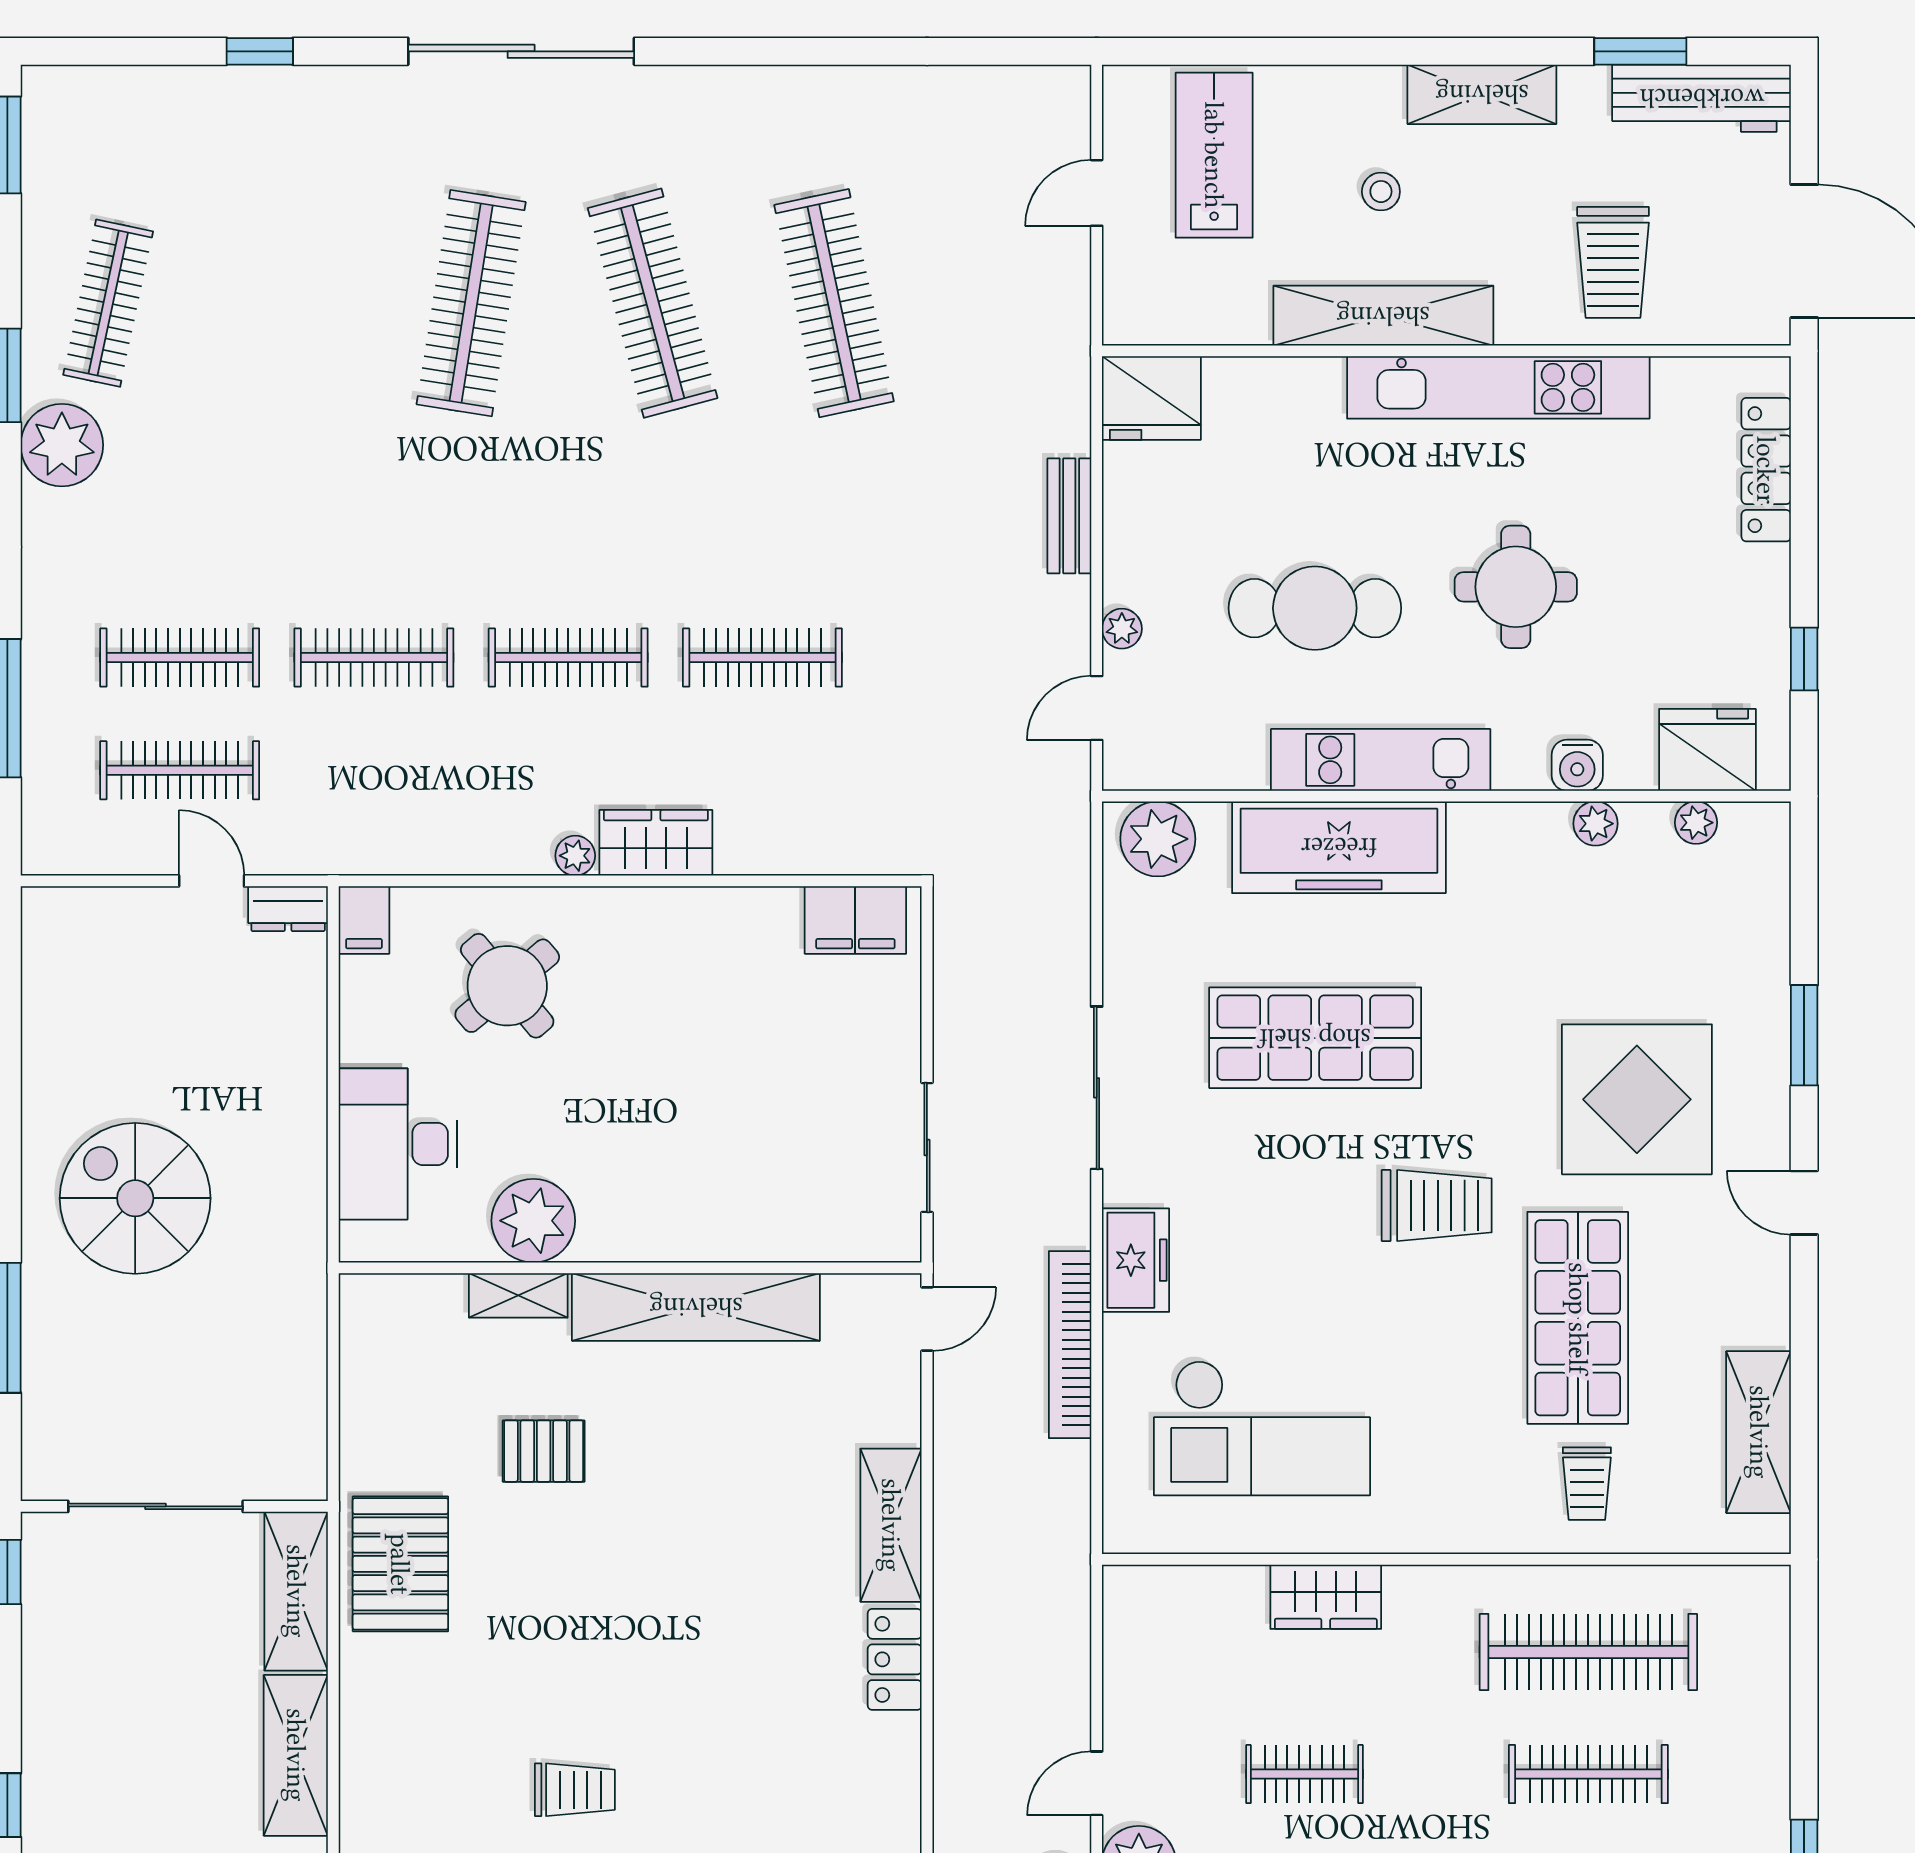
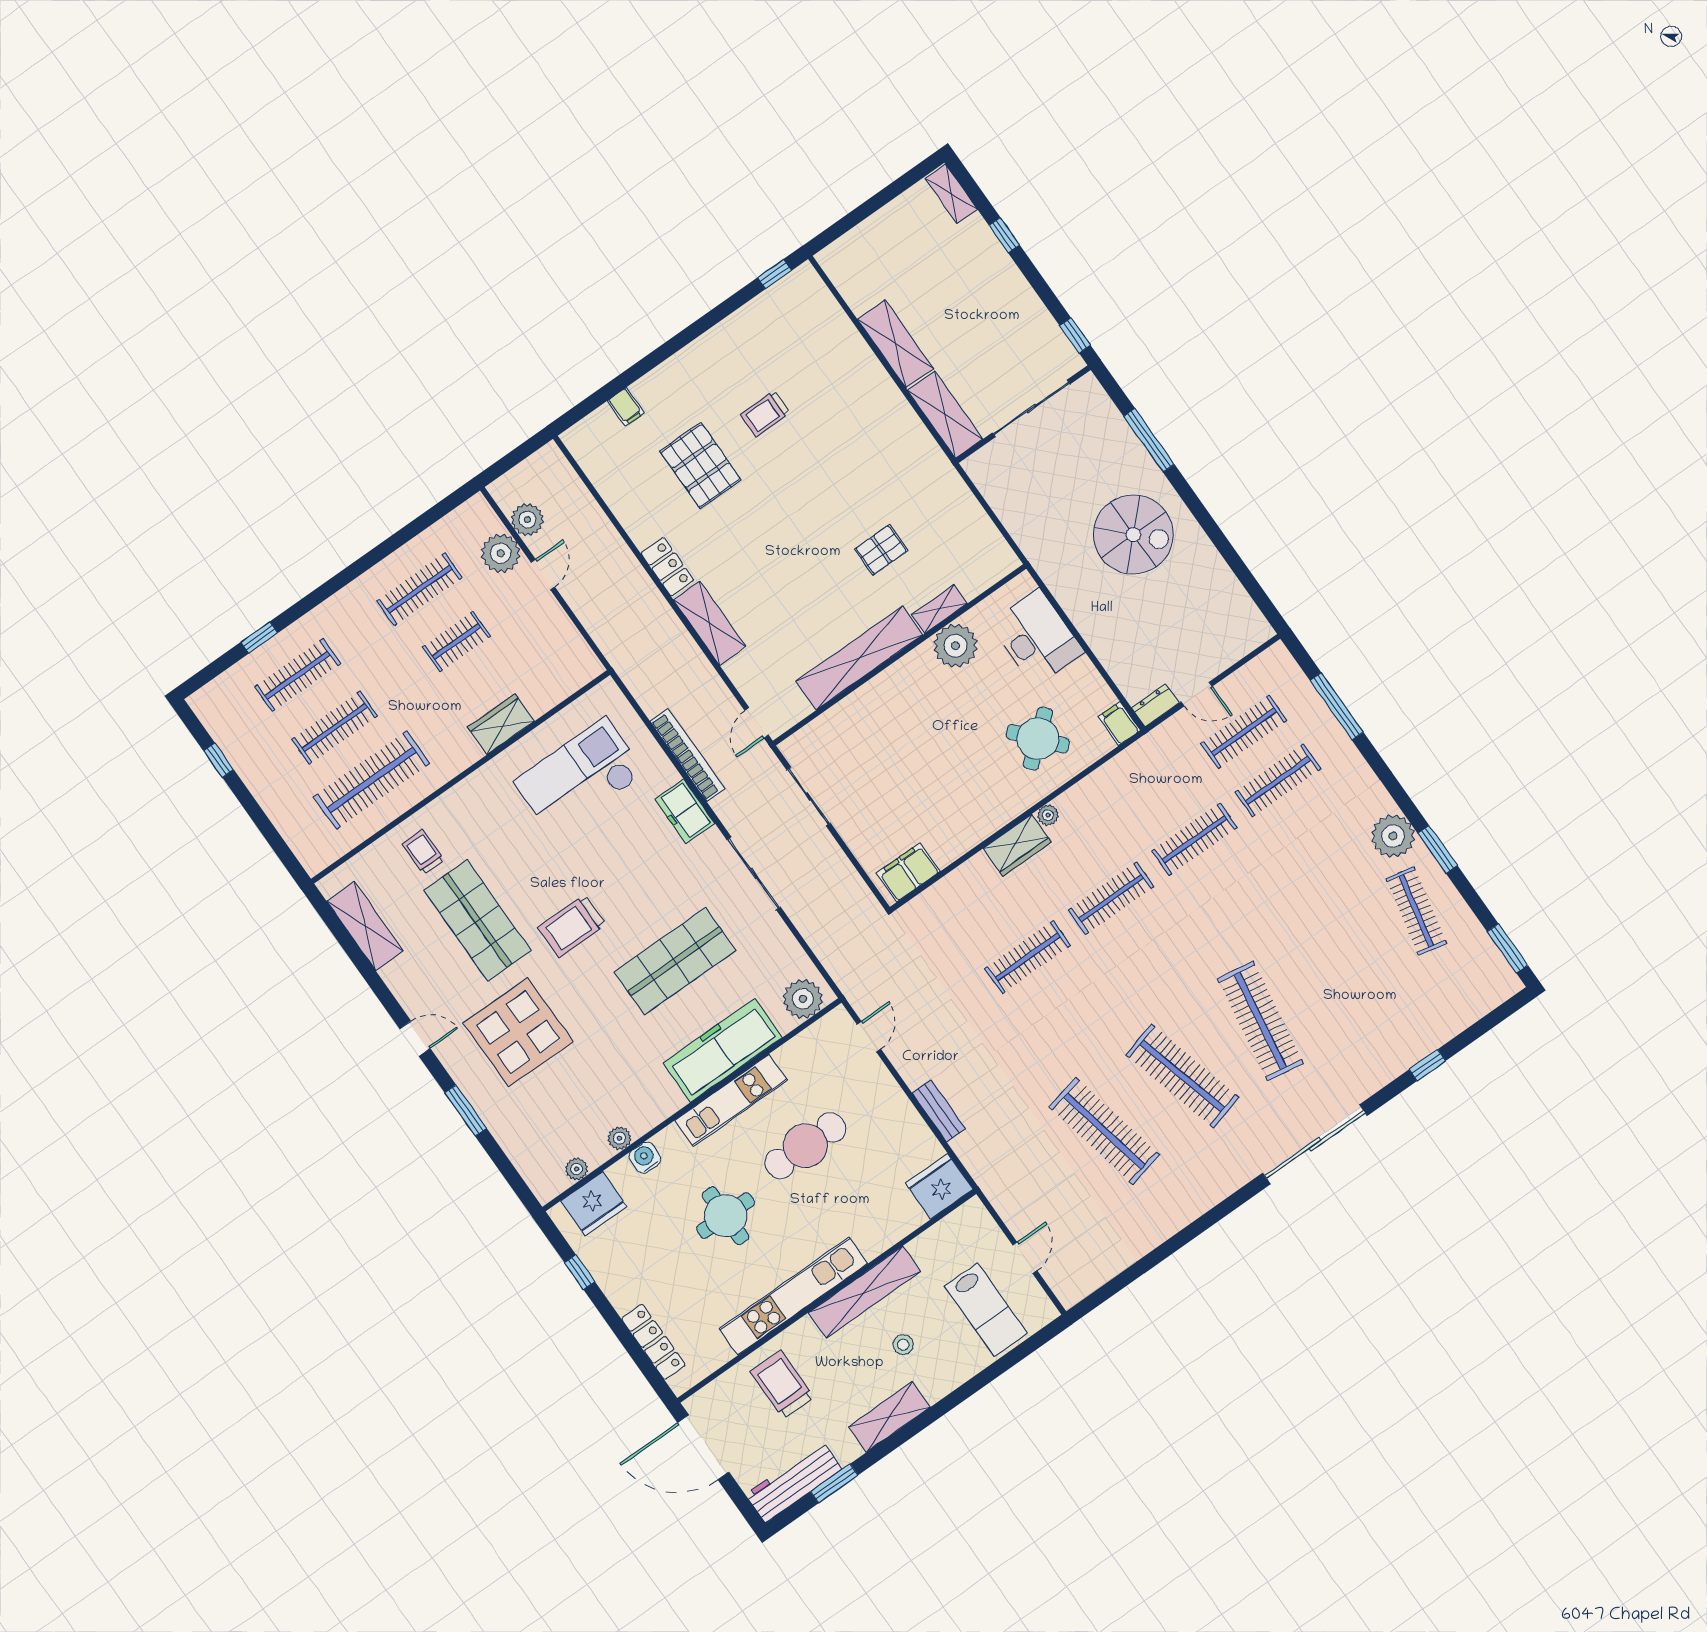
plant: (1122, 629) -> (882, 1078), removed
pallet: (400, 1564) -> (701, 466), moved

